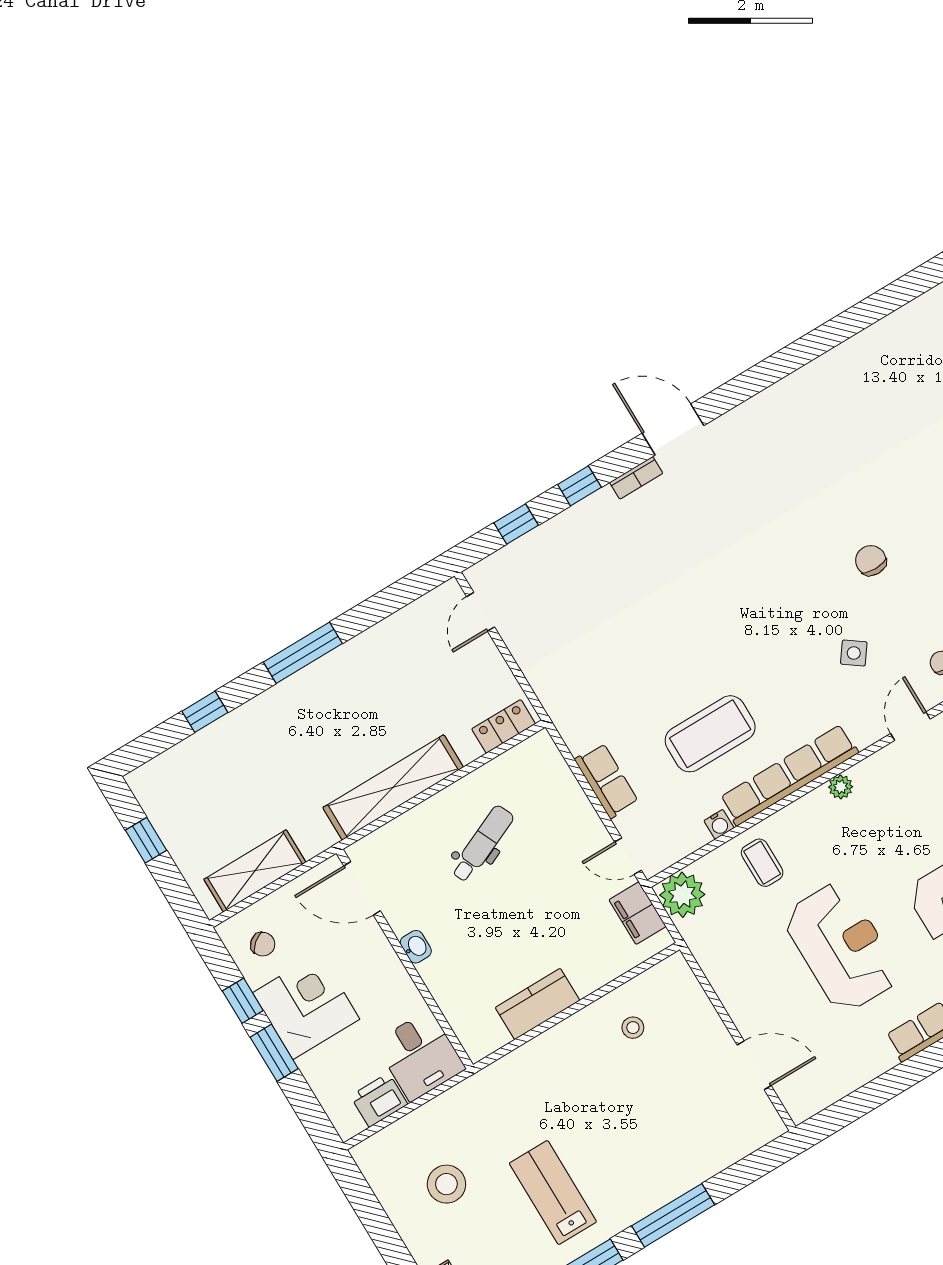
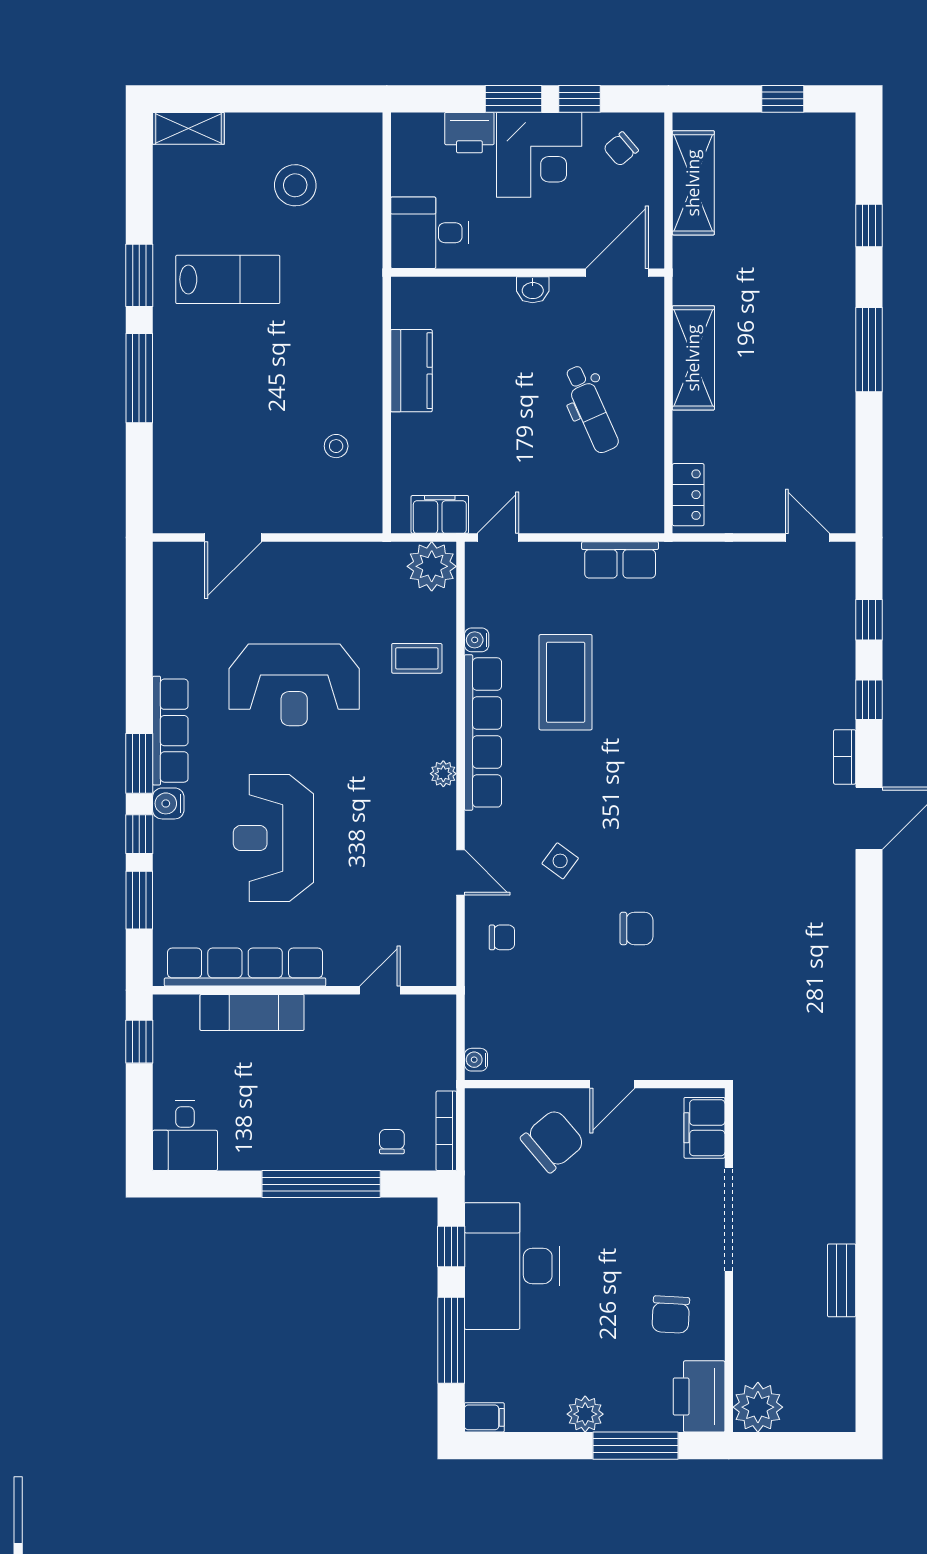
row of seats: (607, 781) -> (620, 560), moved
shelving: (393, 787) -> (693, 358), width x0.68
printer: (379, 1100) -> (469, 133), moved, turned 90

